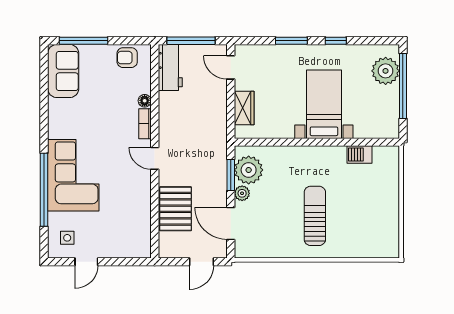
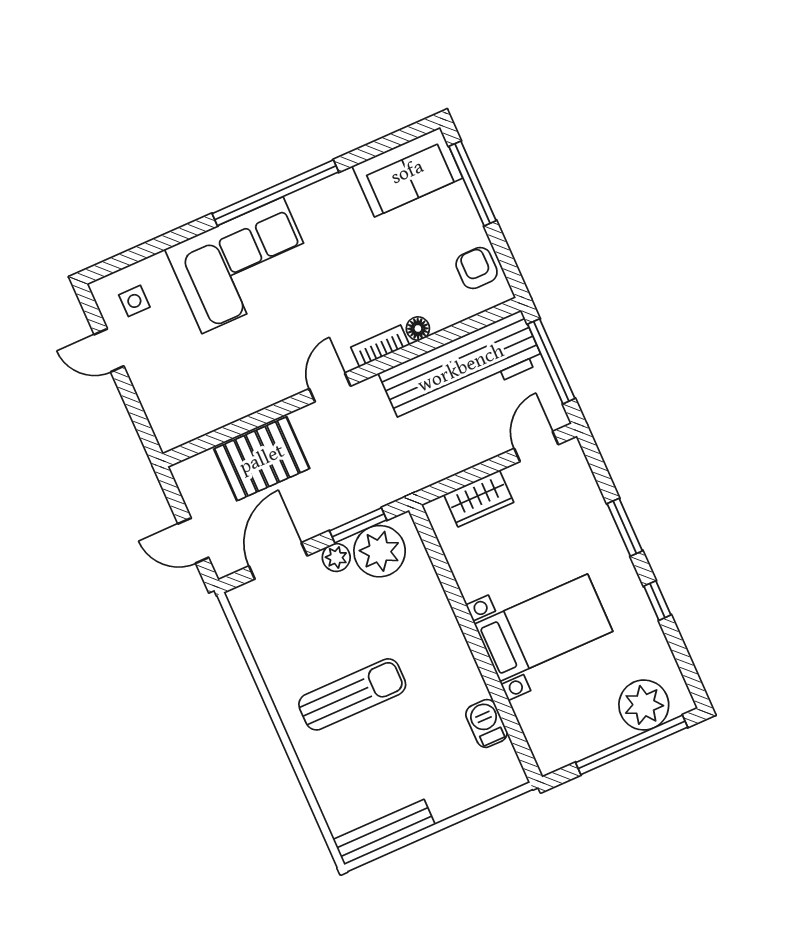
workbench: (170, 67) -> (461, 368), width x1.88, depth x1.32
window: (44, 190) -> (275, 193), moved
bench: (392, 231) -> (384, 832), added

